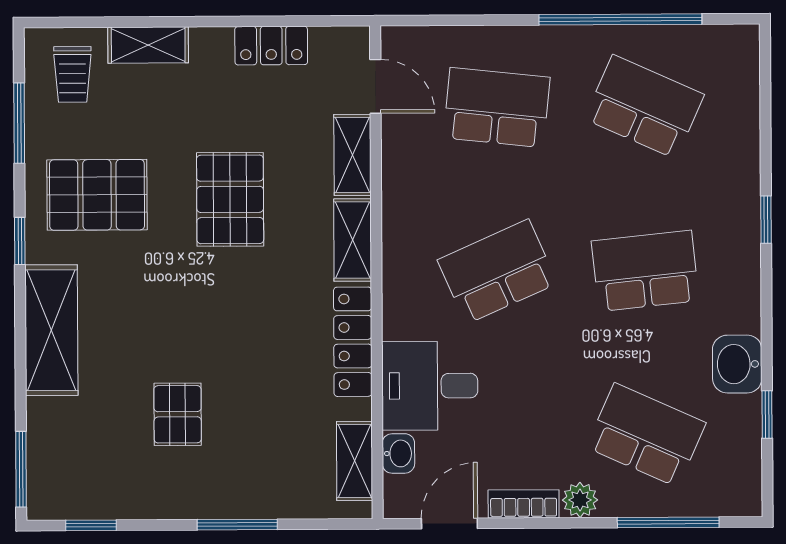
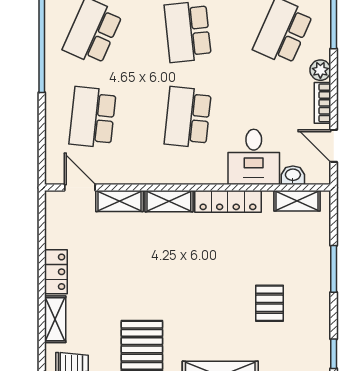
locker: (271, 46) -> (56, 272), moved
door: (375, 86) -> (80, 188), hinge flipped
pallet: (230, 199) -> (145, 272), removed
school desk: (498, 272) -> (188, 117), turned 30
pallet: (178, 414) -> (269, 303), turned 90

